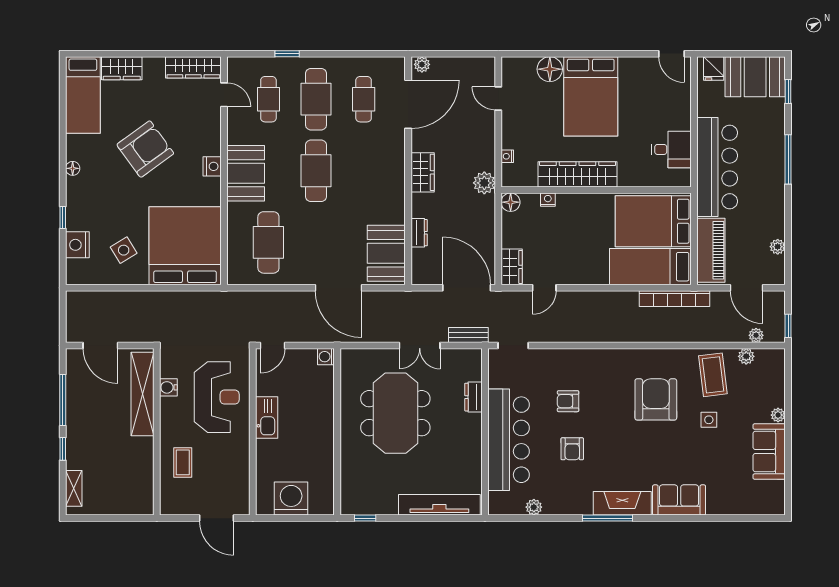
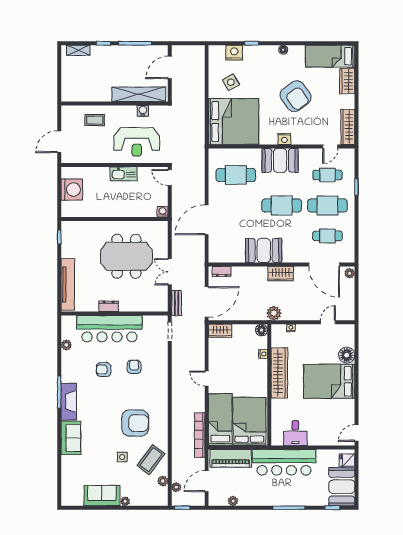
dresser: (419, 233) -> (222, 271), moved
booth: (386, 253) -> (264, 250), moved
door: (544, 288) -> (207, 379), moved
coffee table: (713, 375) -> (151, 460), turned -46
dresser: (473, 397) -> (109, 306), moved

